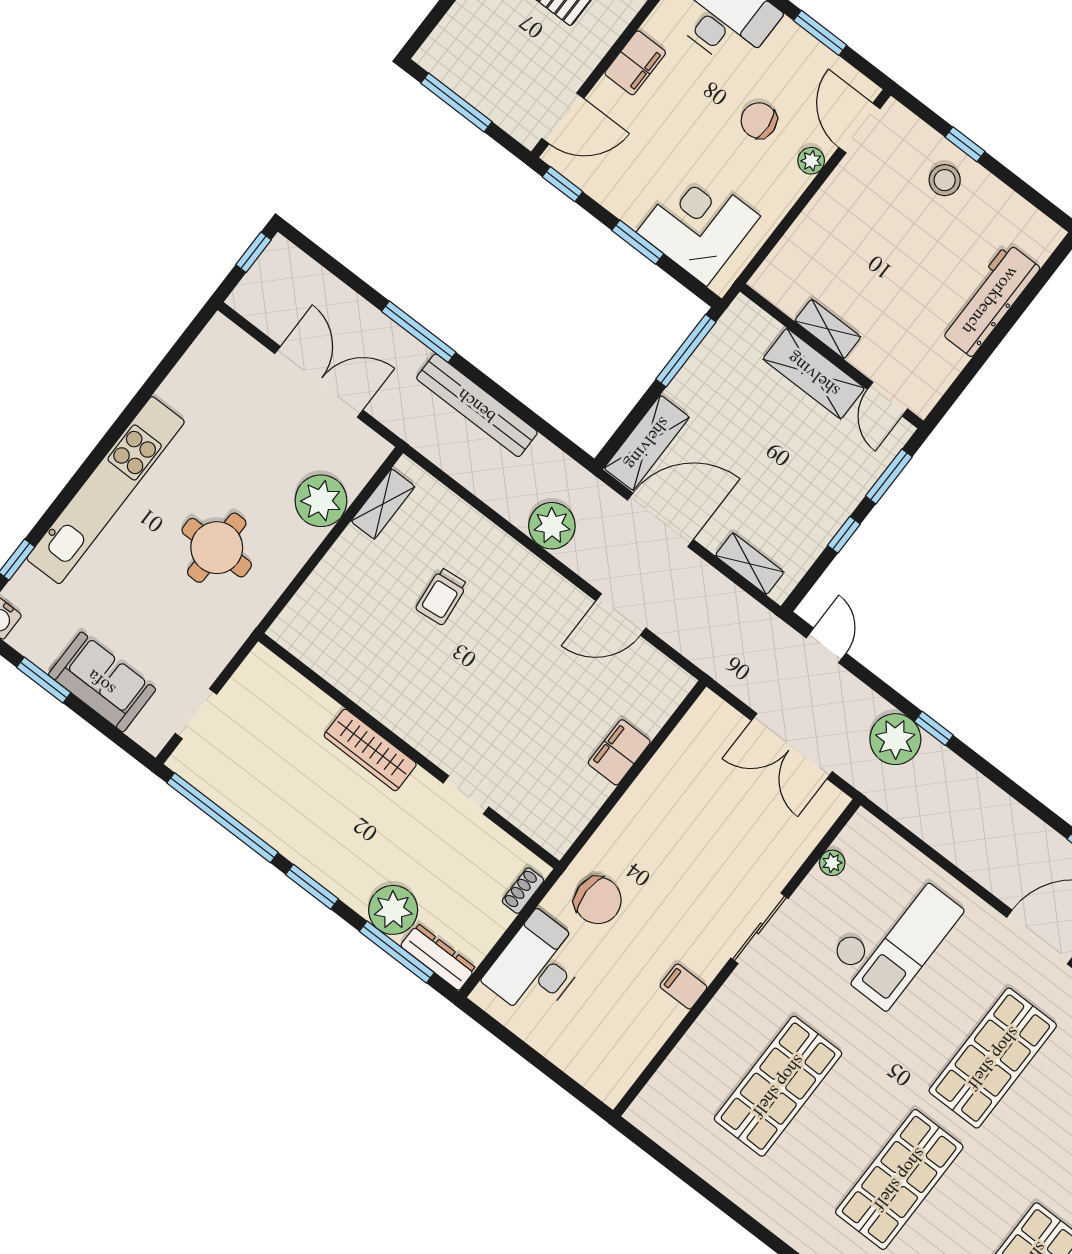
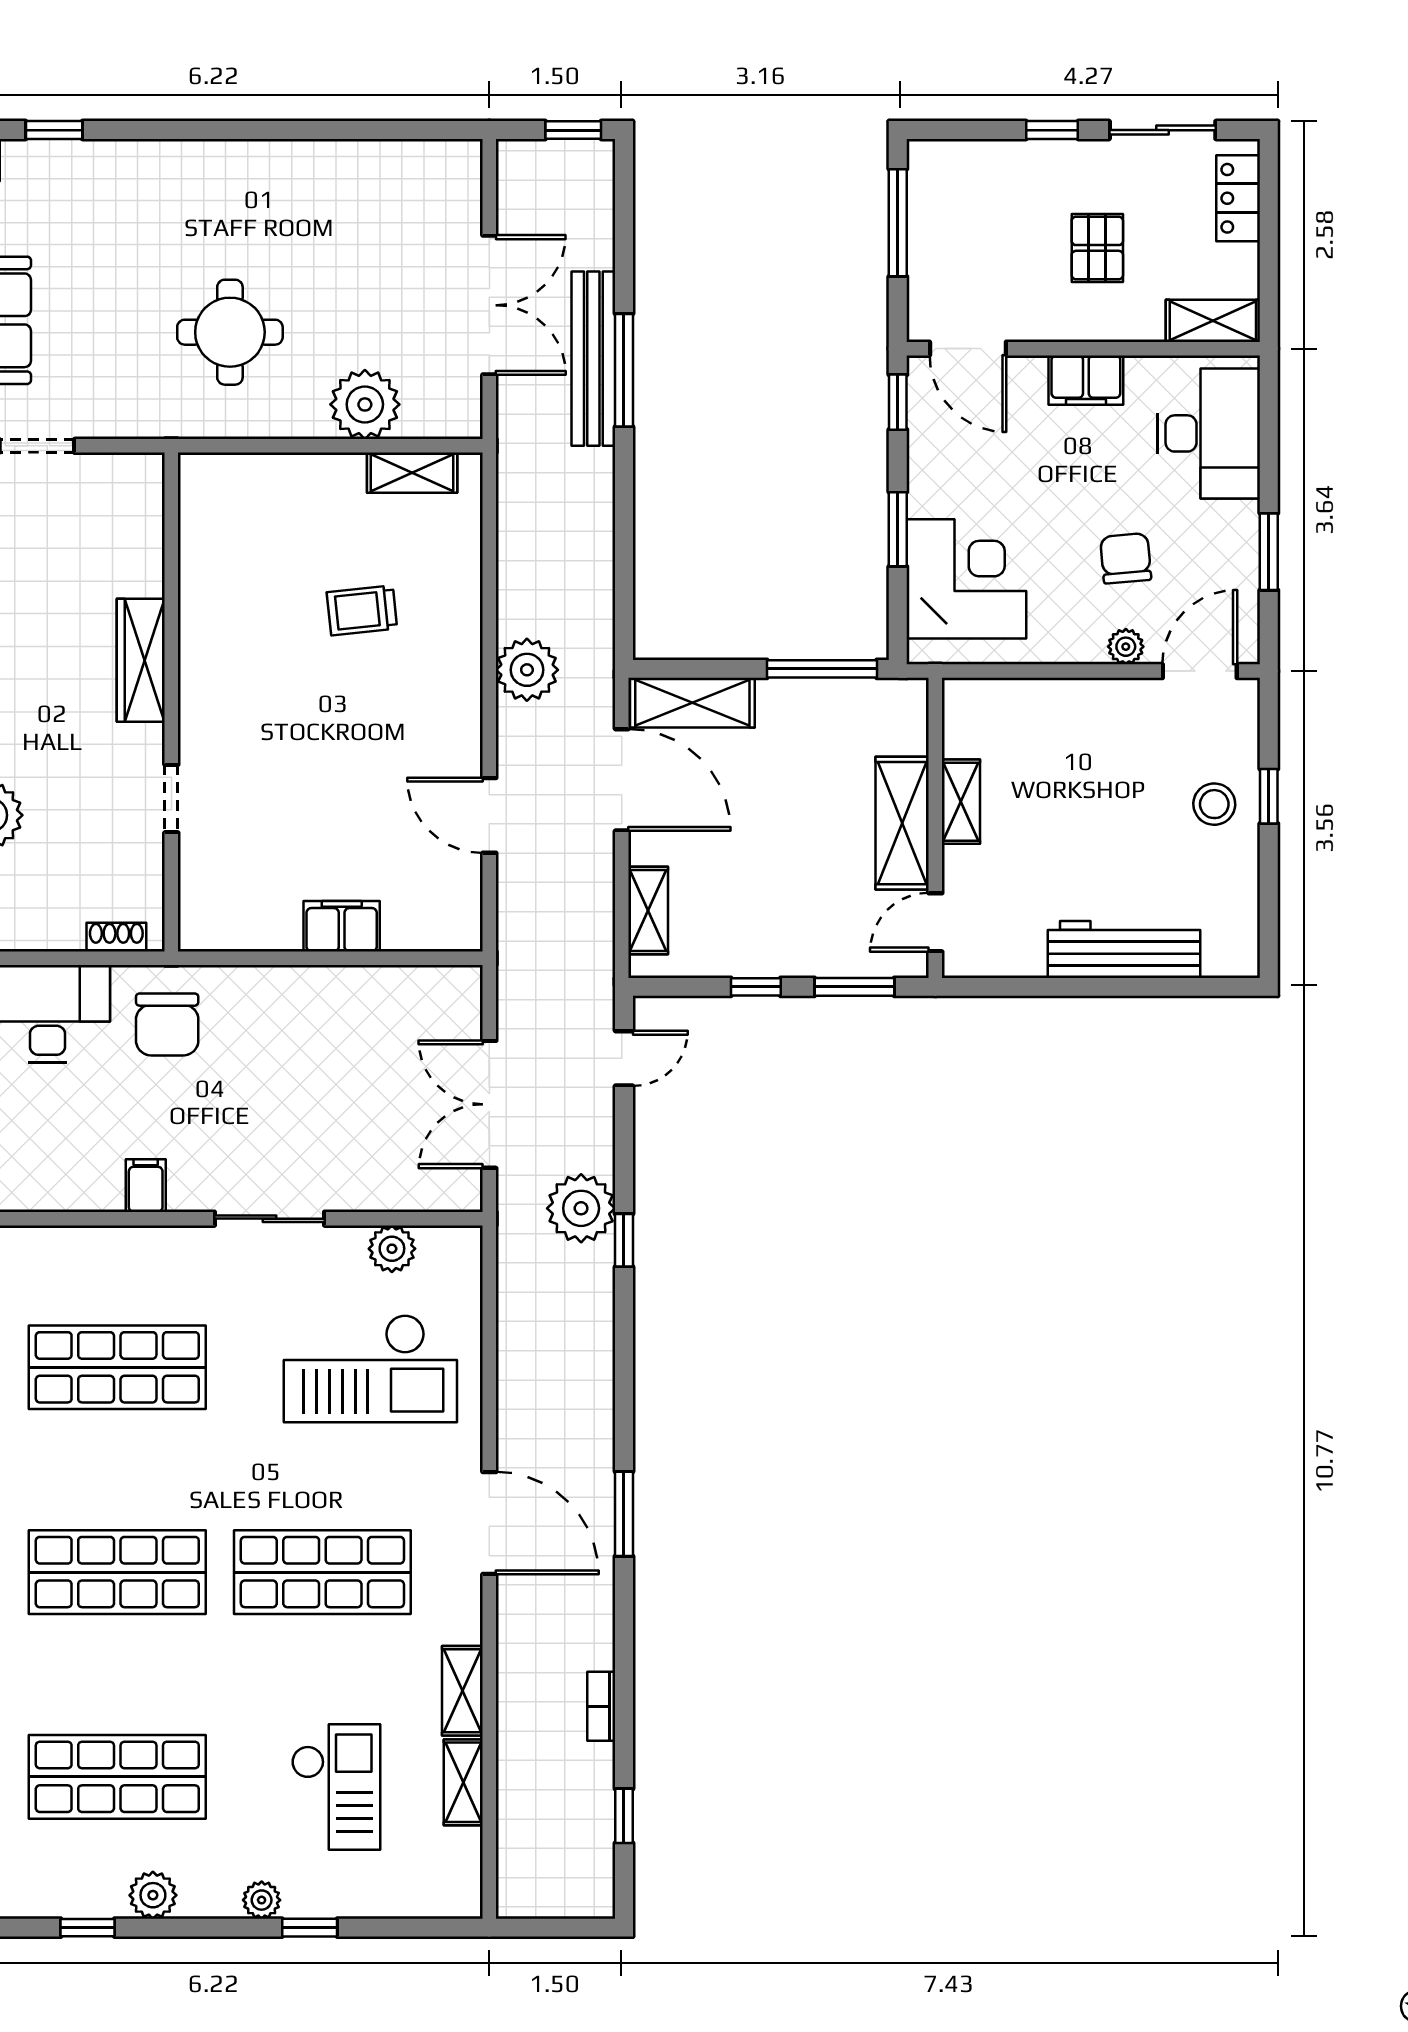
bench: (477, 405) -> (593, 359), moved
kitchen unit: (106, 490) -> (200, 167), removed
plant: (832, 863) -> (392, 1249), width x1.38, depth x1.38

